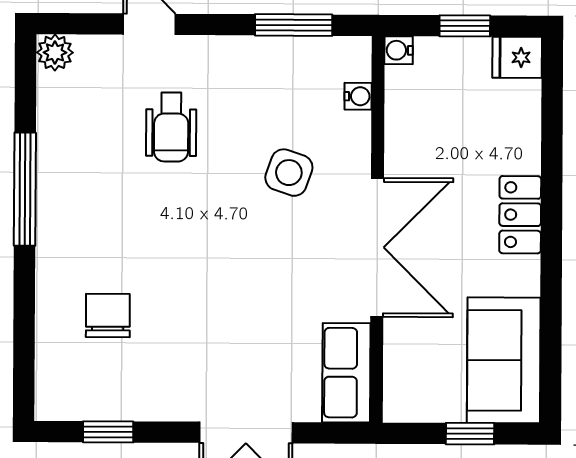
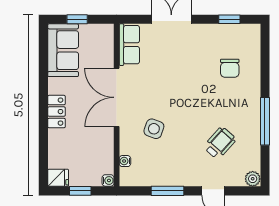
window: (294, 25) -> (167, 191), moved
wheelchair: (171, 127) -> (220, 143), moved, turned 42

